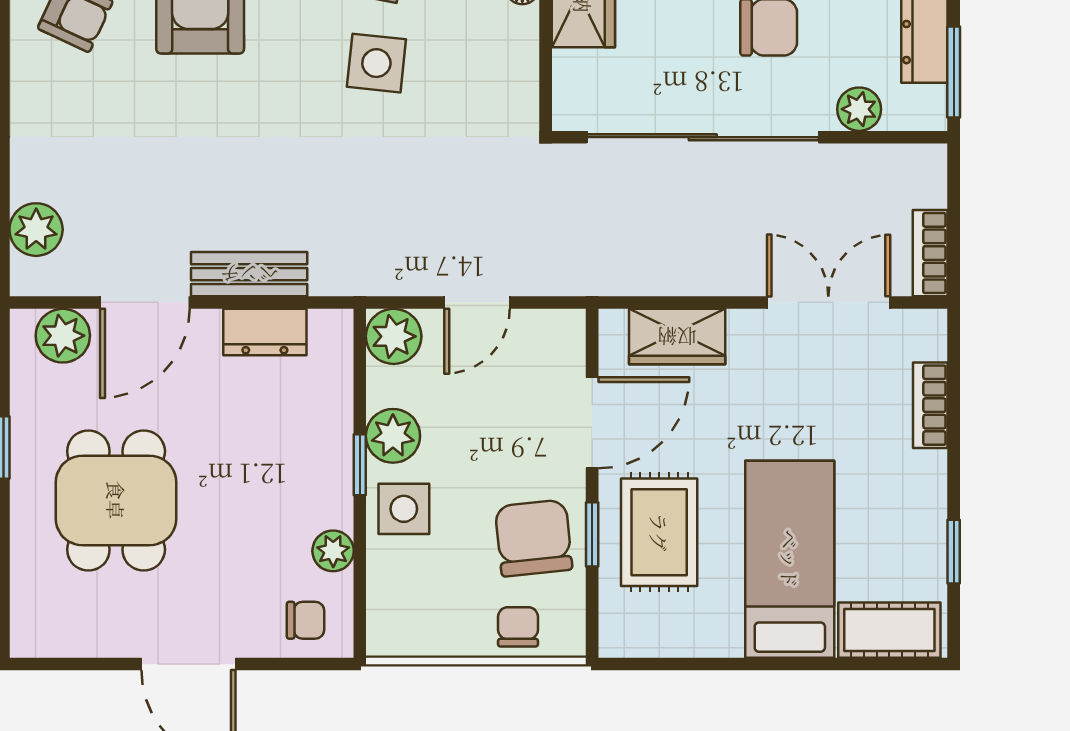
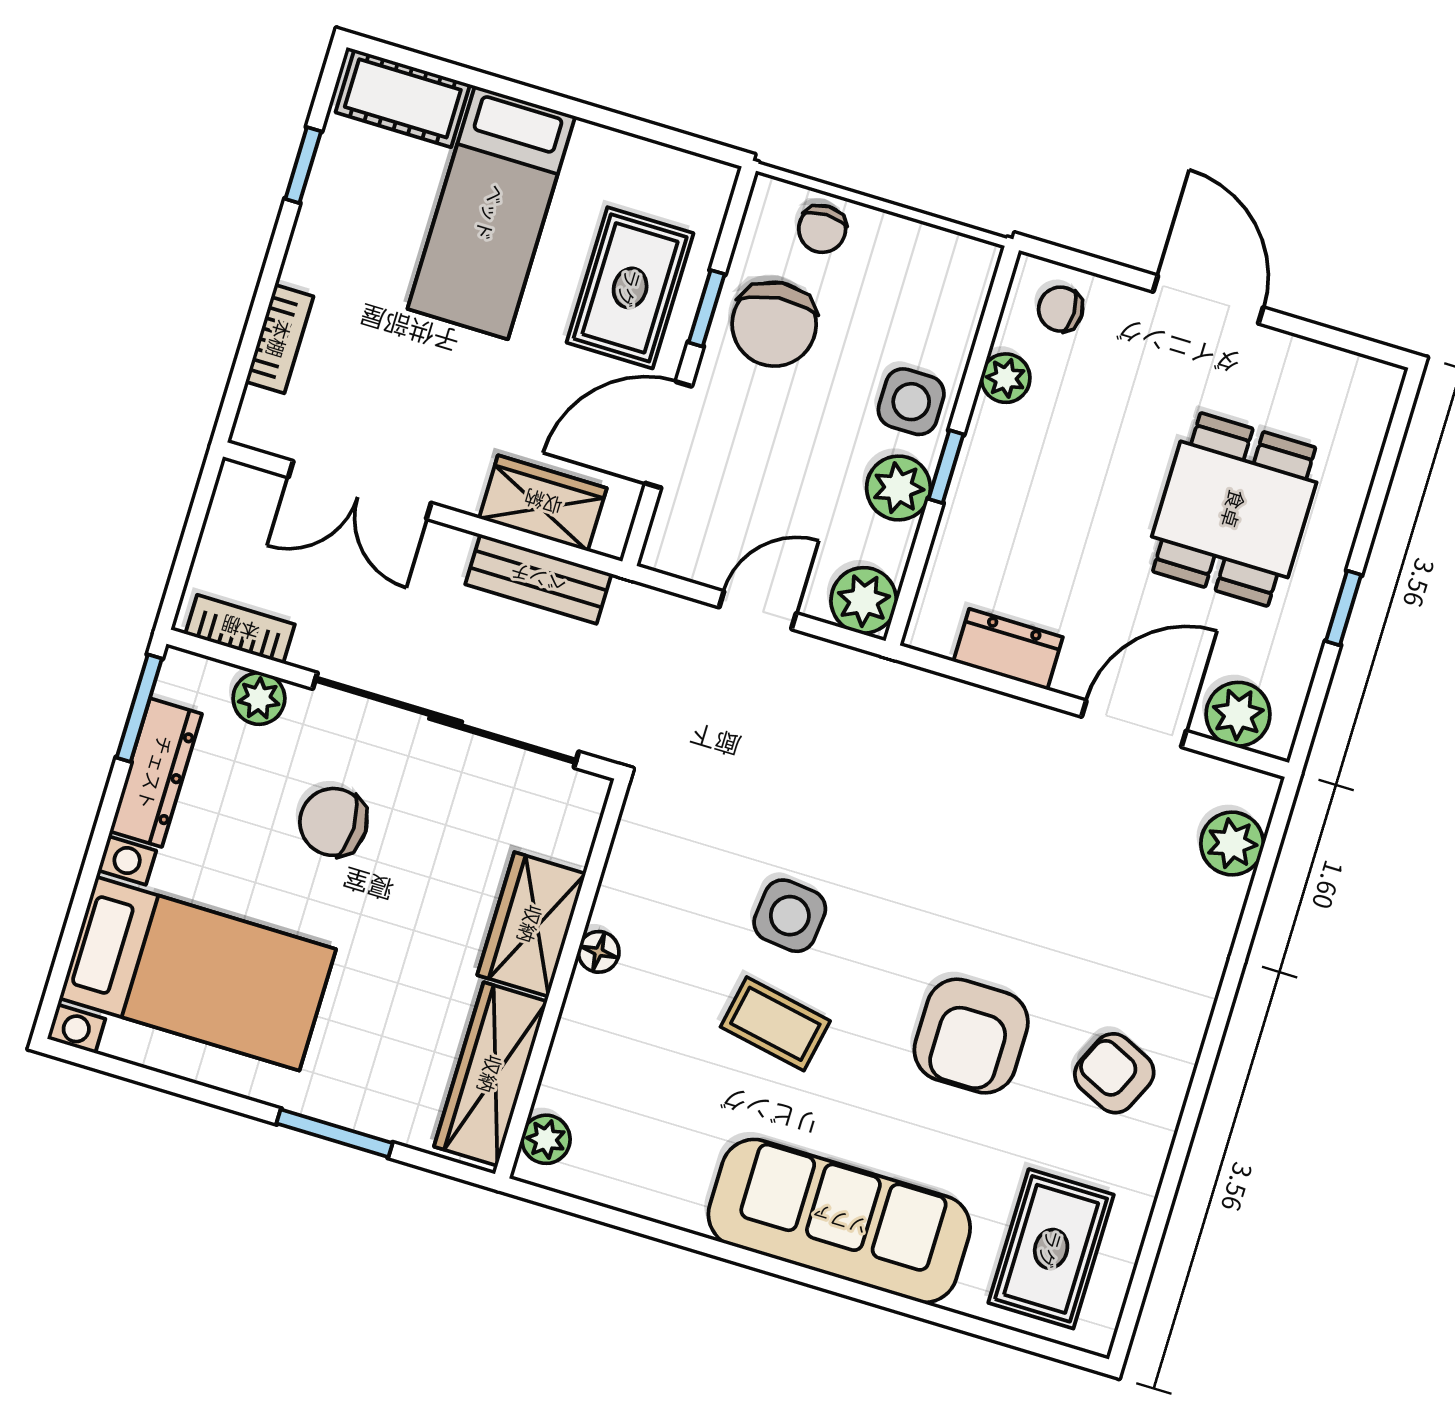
bookcase: (930, 253) -> (240, 629), moved, turned -90
bench: (249, 274) -> (538, 579), moved

